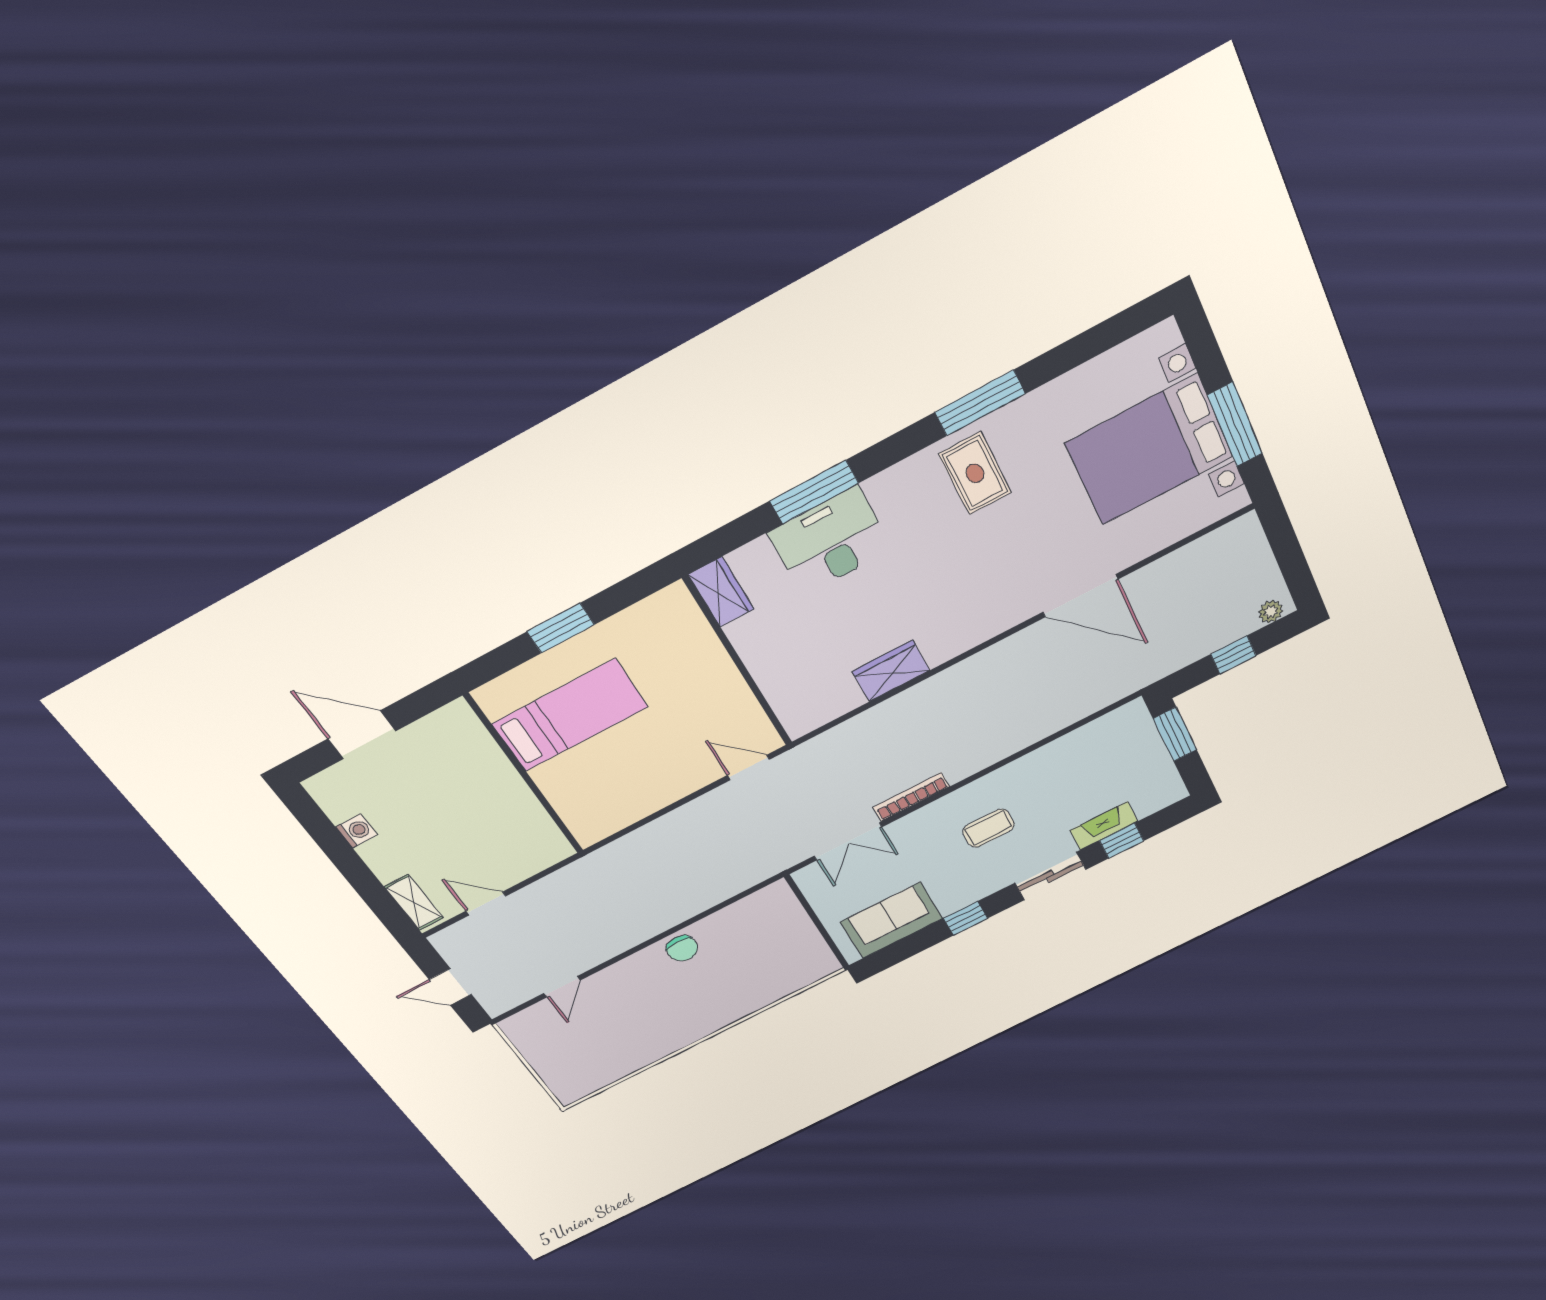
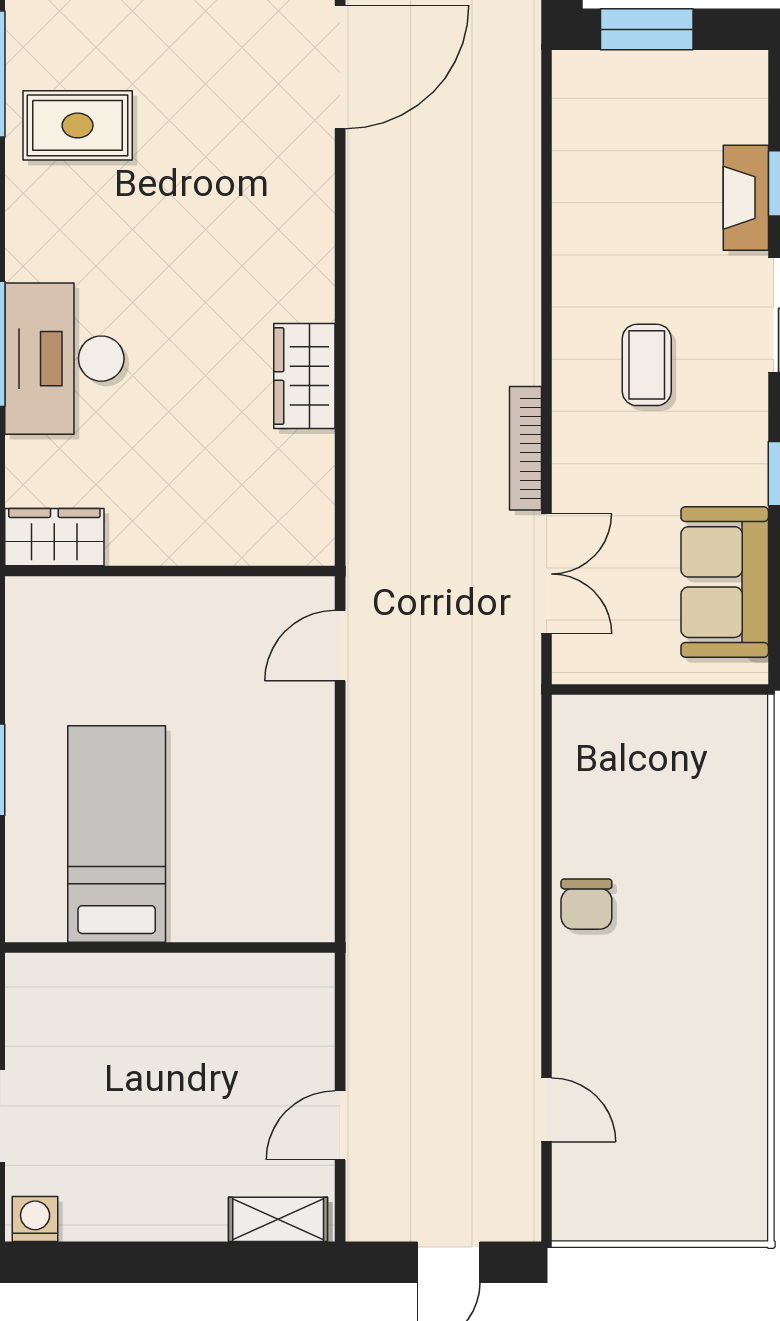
washing machine: (356, 831) -> (35, 1219), moved
chair: (682, 948) -> (586, 904), turned 90

